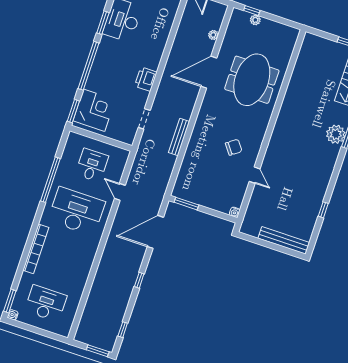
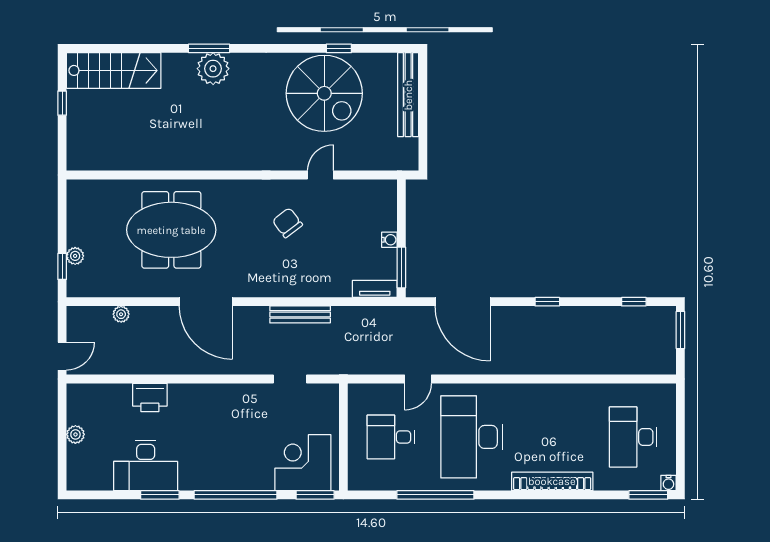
door: (209, 72) -> (206, 302), moved
printer: (146, 79) -> (150, 397), moved
tv unit: (179, 184) -> (375, 289), added
spiral stairs: (300, 193) -> (324, 93), added
water cooler: (235, 212) -> (389, 240), moved

